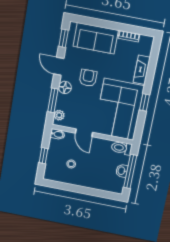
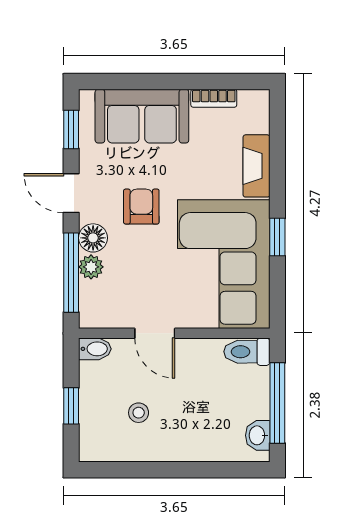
window: (53, 100) -> (71, 273), width x1.44
plant: (59, 115) -> (91, 267), moved
washbasin: (122, 171) -> (258, 435), moved

